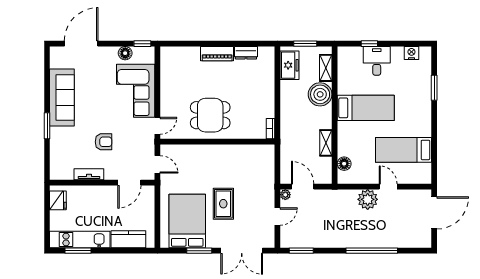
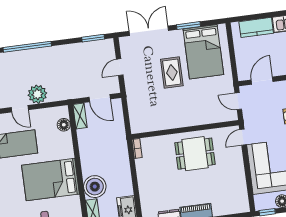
bed: (366, 108) -> (51, 180), width x1.50
shelving: (326, 143) -> (80, 116), moved
plant: (285, 195) -> (115, 89), removed

